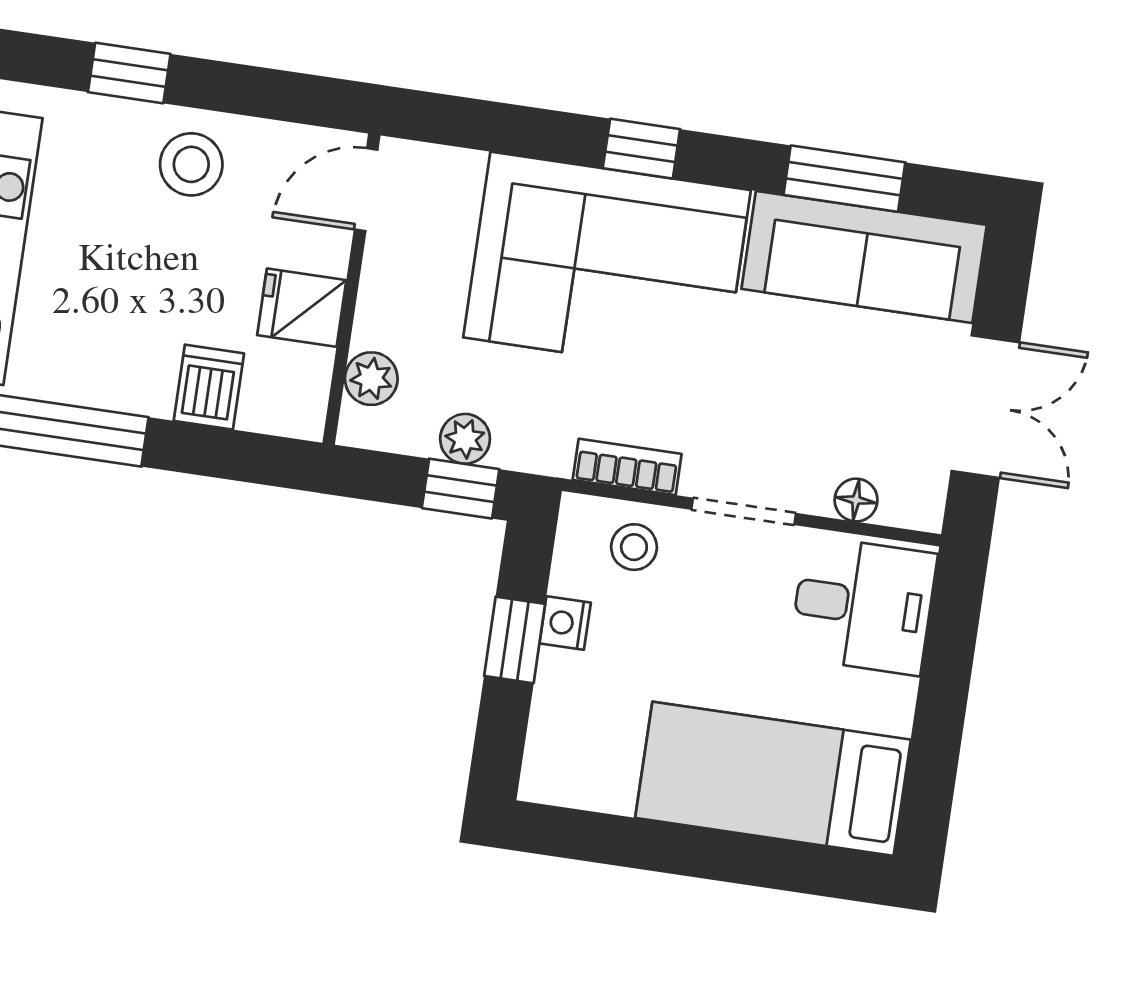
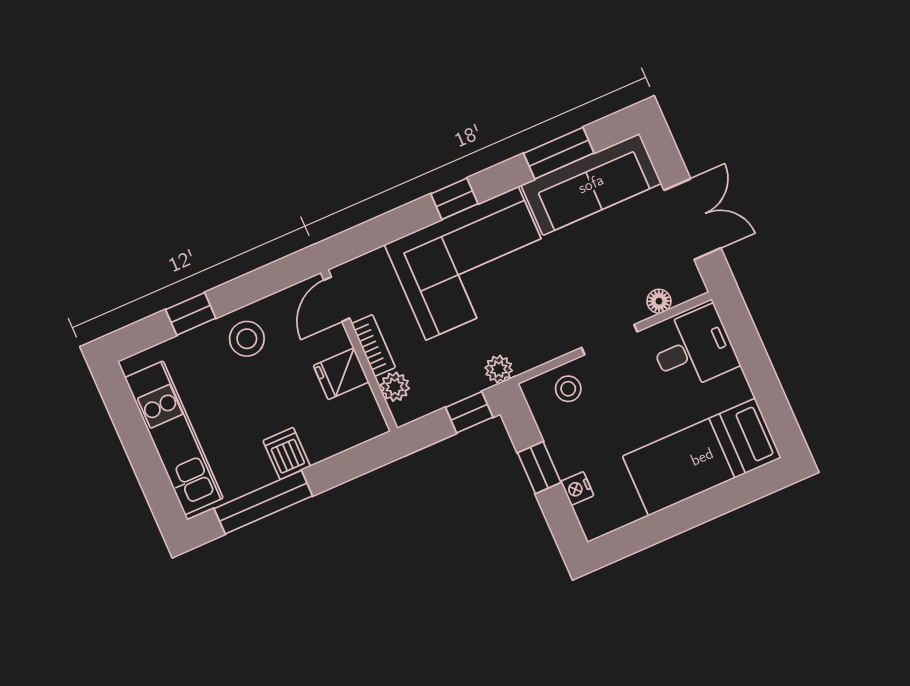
dishwasher: (209, 387) -> (287, 453), moved
plant: (465, 439) -> (499, 369), moved
bookcase: (627, 467) -> (373, 345), moved, turned 90
nightstand: (565, 623) -> (577, 488), moved

